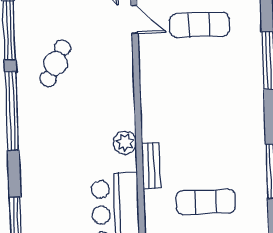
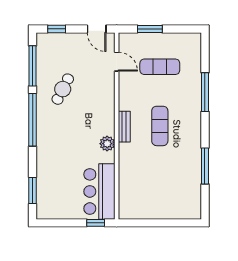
bench: (151, 166) -> (124, 127), moved
exercise mat: (206, 202) -> (160, 126), moved, turned 90

